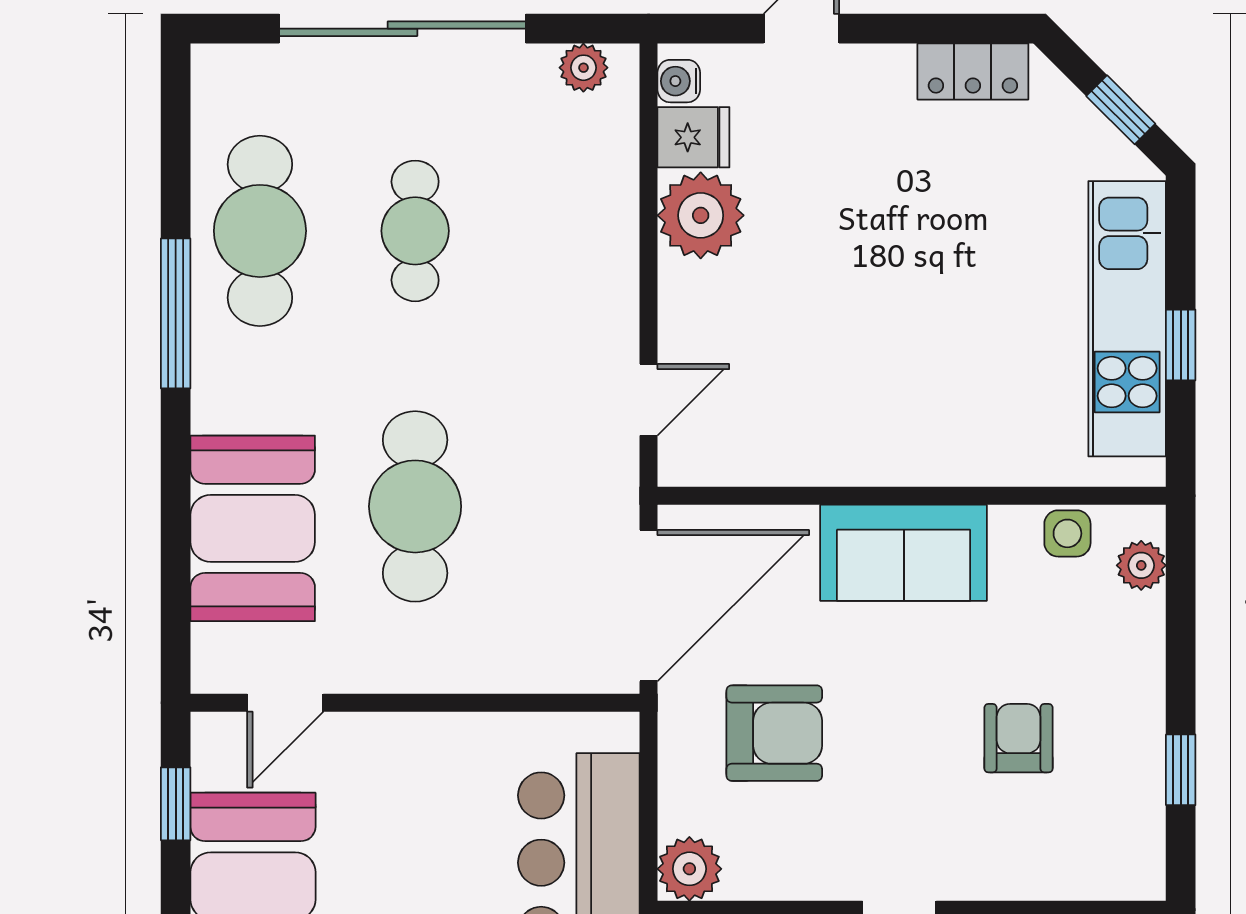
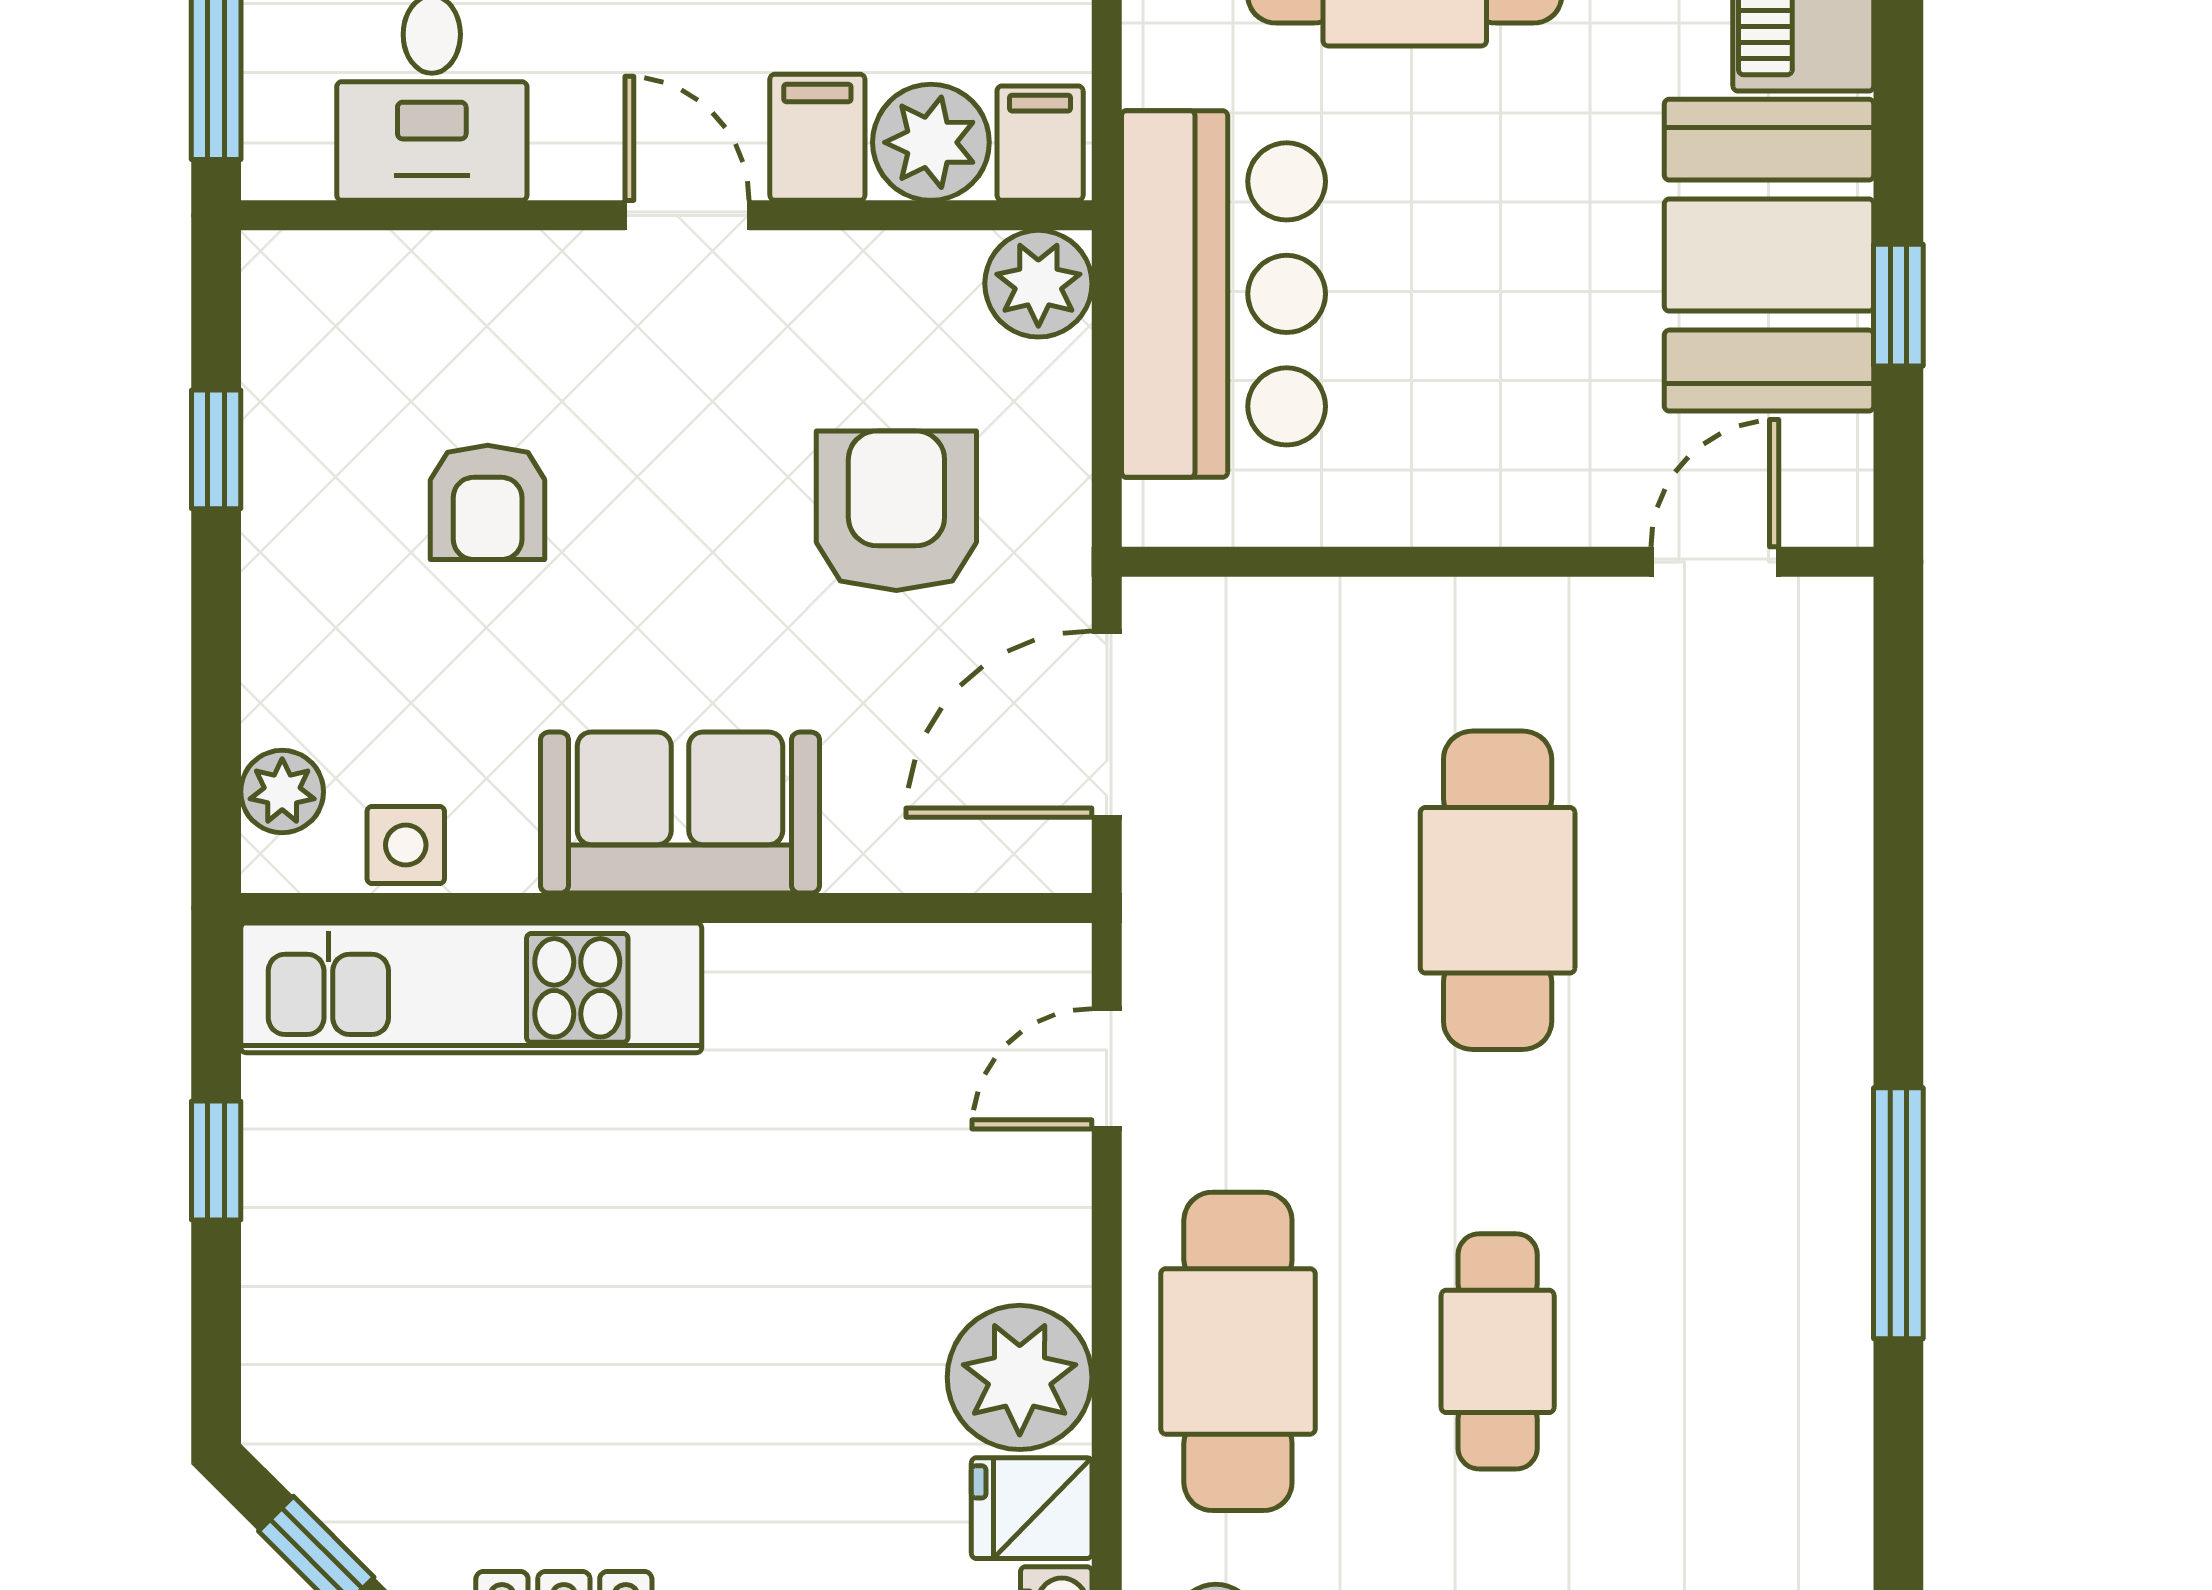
cafe table: (260, 231) -> (1238, 1351), moved
kitchen unit: (1127, 319) -> (471, 988), moved, turned 90
booth: (253, 528) -> (1769, 854), removed
door: (649, 606) -> (1107, 724), width x0.73
armchair: (774, 733) -> (896, 511), turned 90
window: (176, 804) -> (1898, 305), moved

